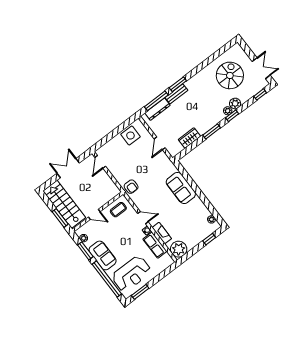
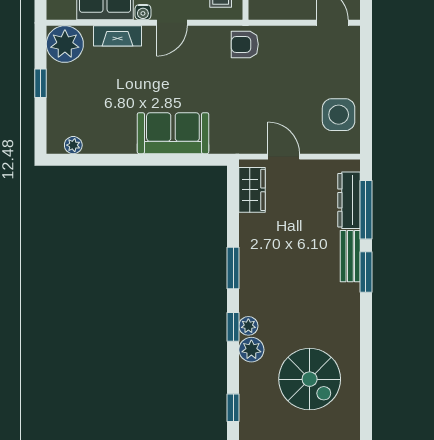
wardrobe: (189, 138) -> (252, 190), moved
window: (209, 239) -> (41, 83), moved

